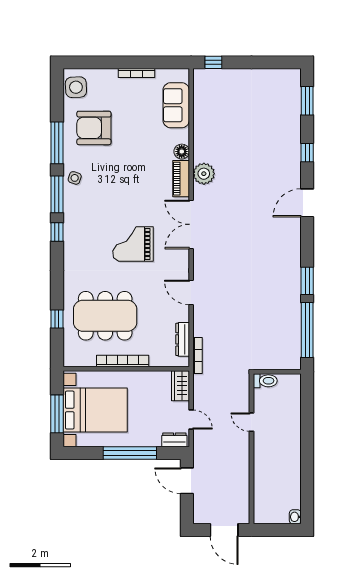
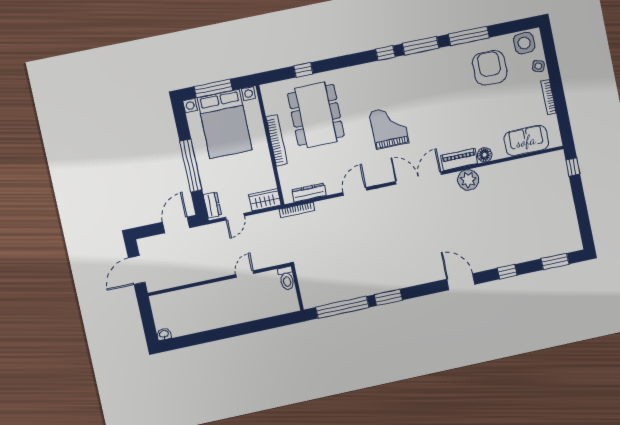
side table: (75, 178) -> (538, 66), moved

